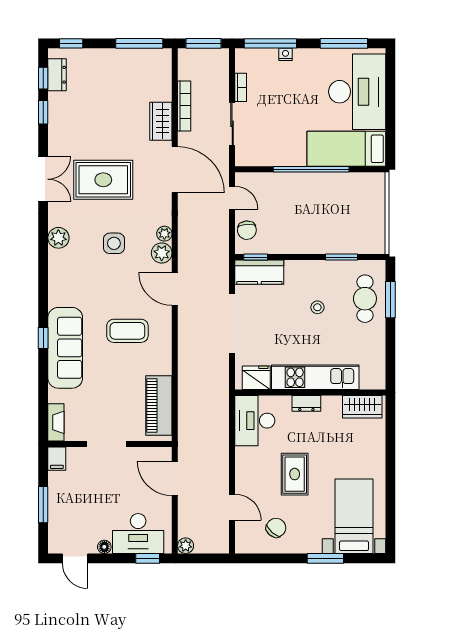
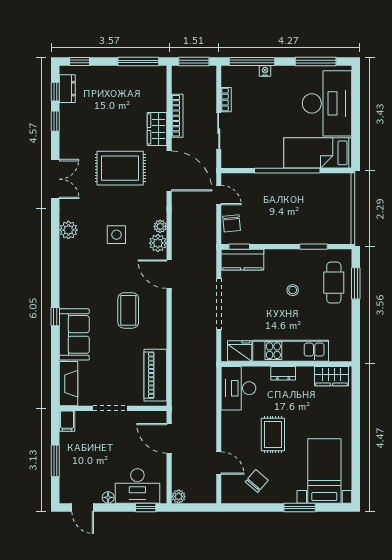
rug: (103, 180) -> (120, 168), moved
coffee table: (127, 331) -> (128, 310), turned 90
sofa: (65, 348) -> (74, 334), width x0.73
fireplace: (56, 422) -> (69, 384), width x1.37, depth x1.32

